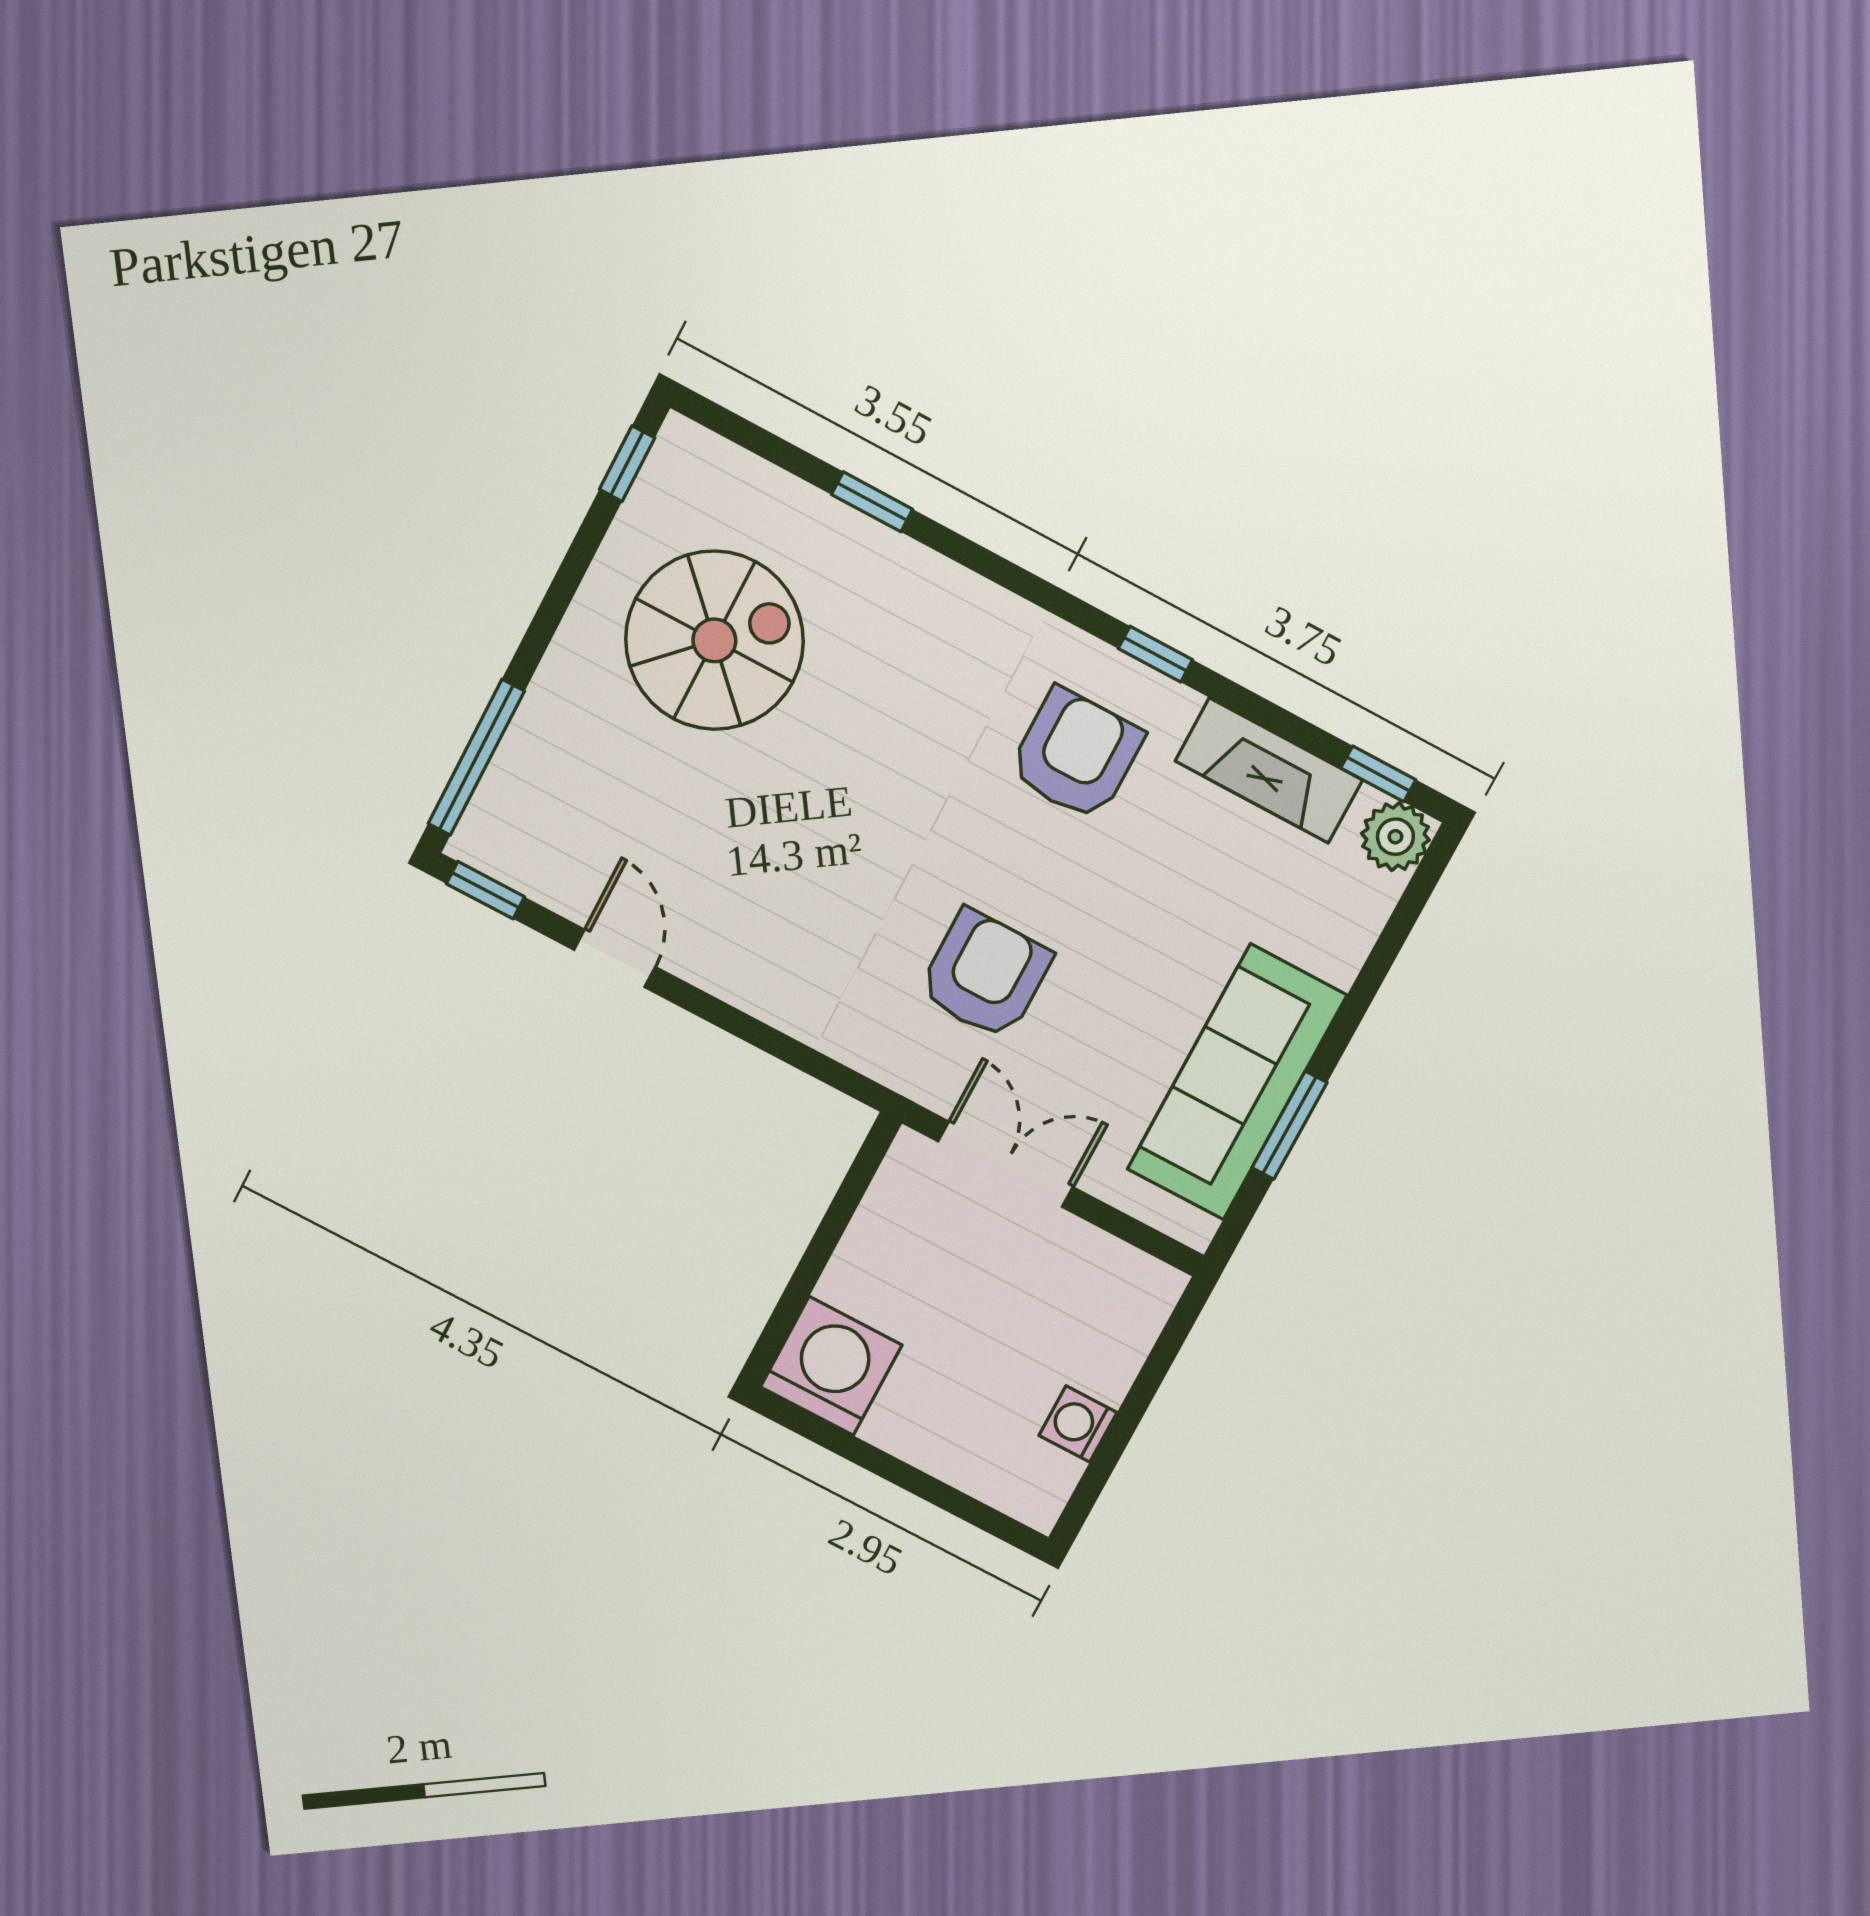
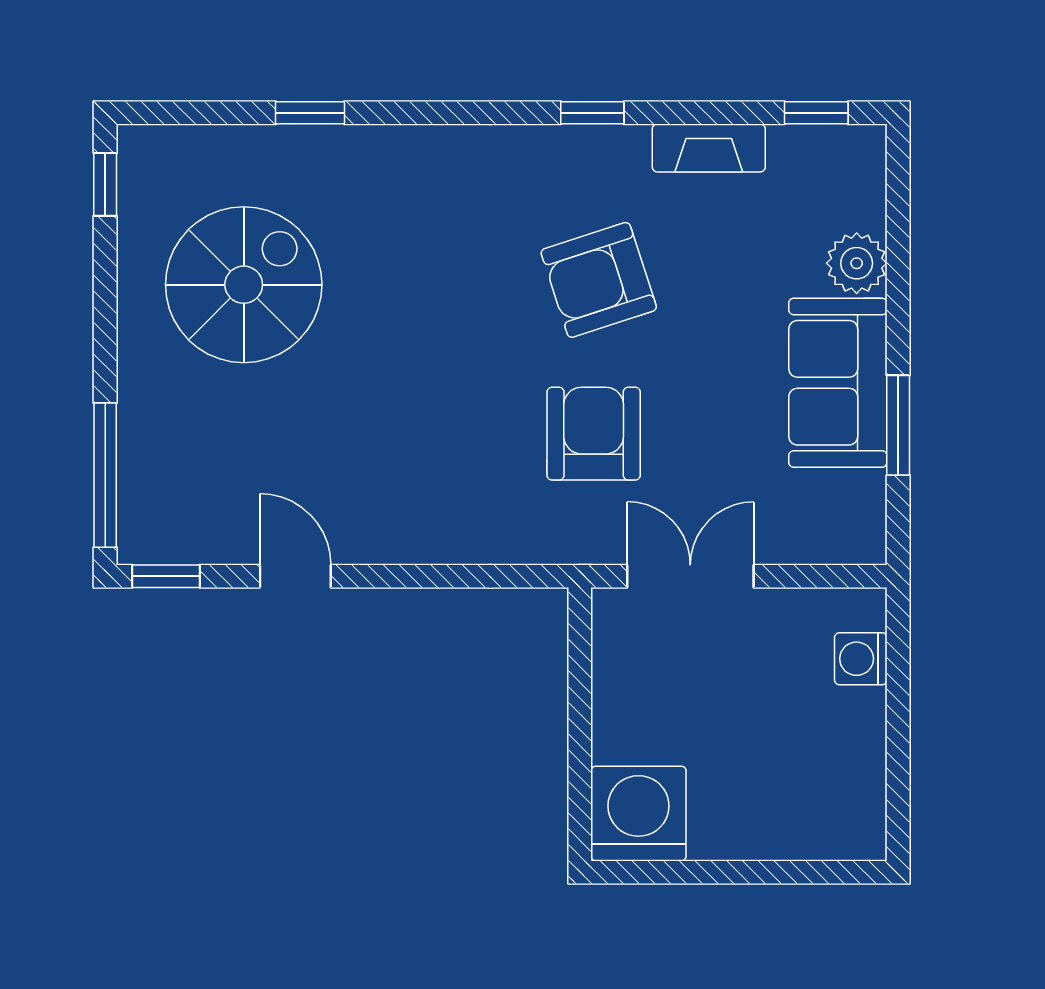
armchair: (1076, 754) -> (599, 280), moved, turned -108
fireplace: (1269, 771) -> (709, 148), width x0.73, depth x0.76
plant: (1395, 837) -> (857, 263), moved
sofa: (1237, 1082) -> (838, 383), width x0.73
washing machine: (1078, 1424) -> (861, 659), moved

